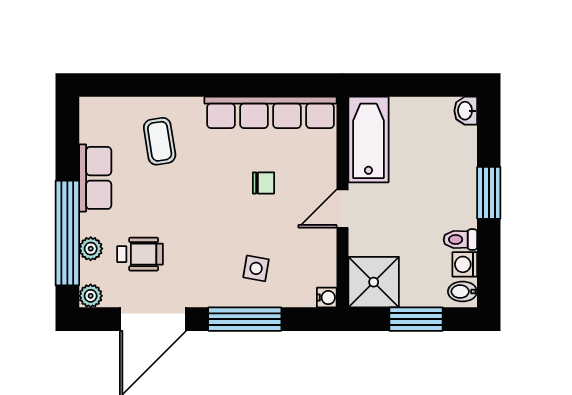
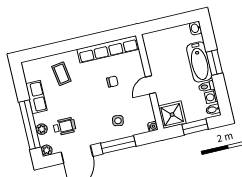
bathtub: (368, 139) -> (199, 62), moved, turned 180

